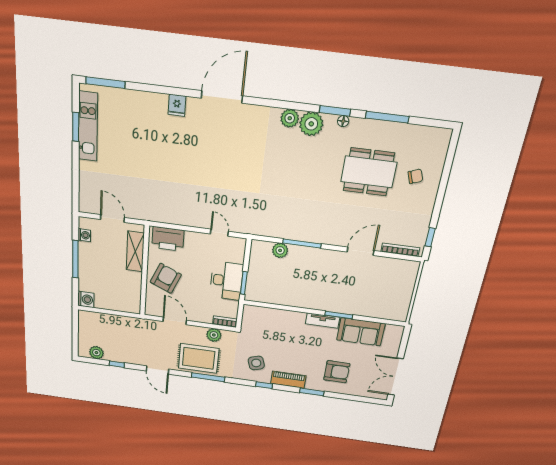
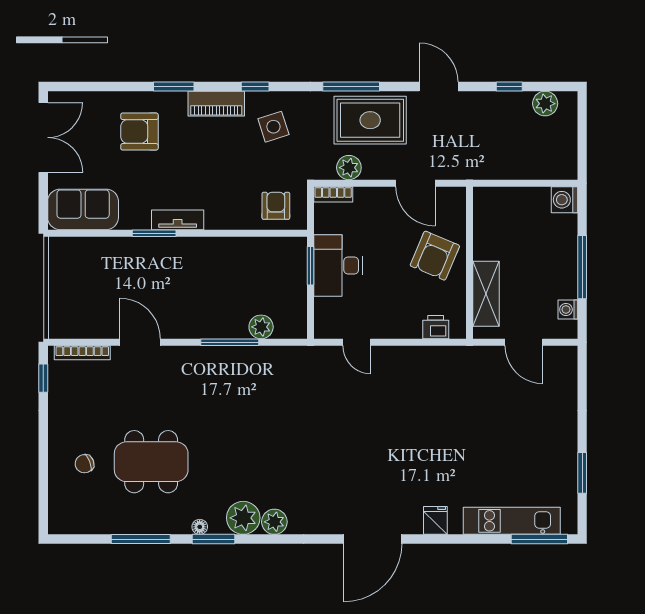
kitchen unit: (88, 127) -> (512, 521), moved, turned 90
printer: (168, 239) -> (436, 327), width x0.53, depth x0.68
door: (361, 251) -> (140, 342), swing flipped
armchair: (261, 320) -> (276, 206), added
sofa: (361, 332) -> (83, 209), moved

